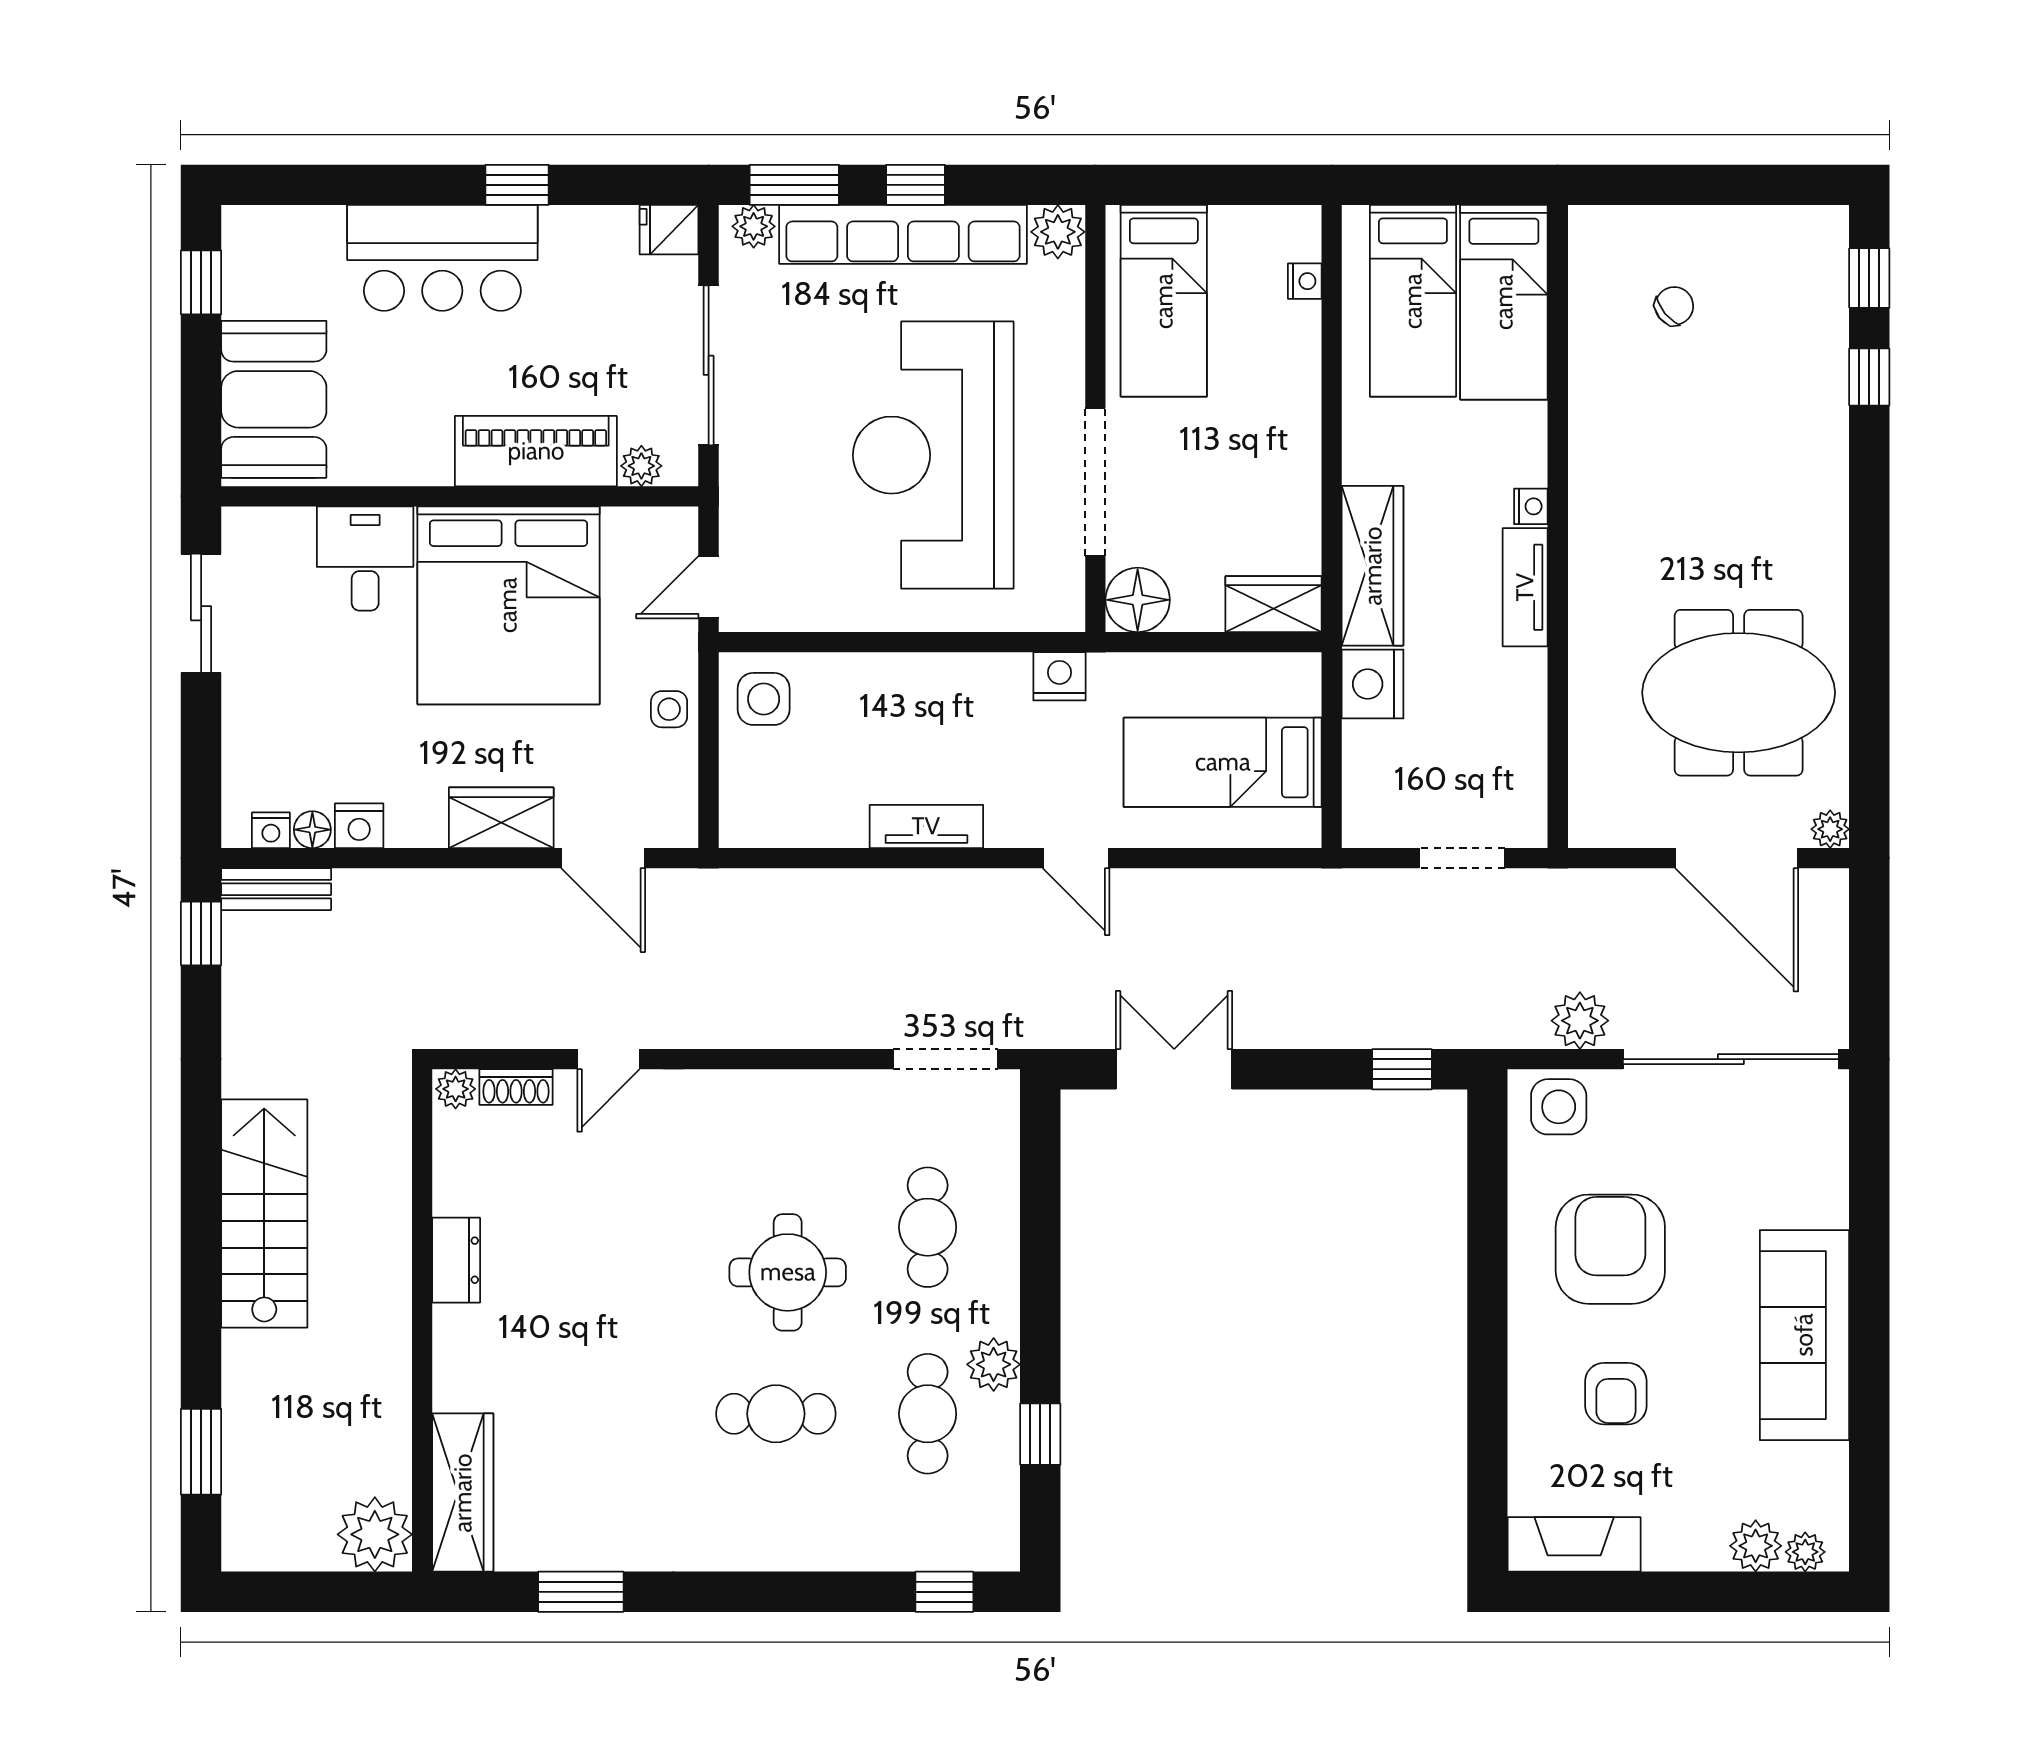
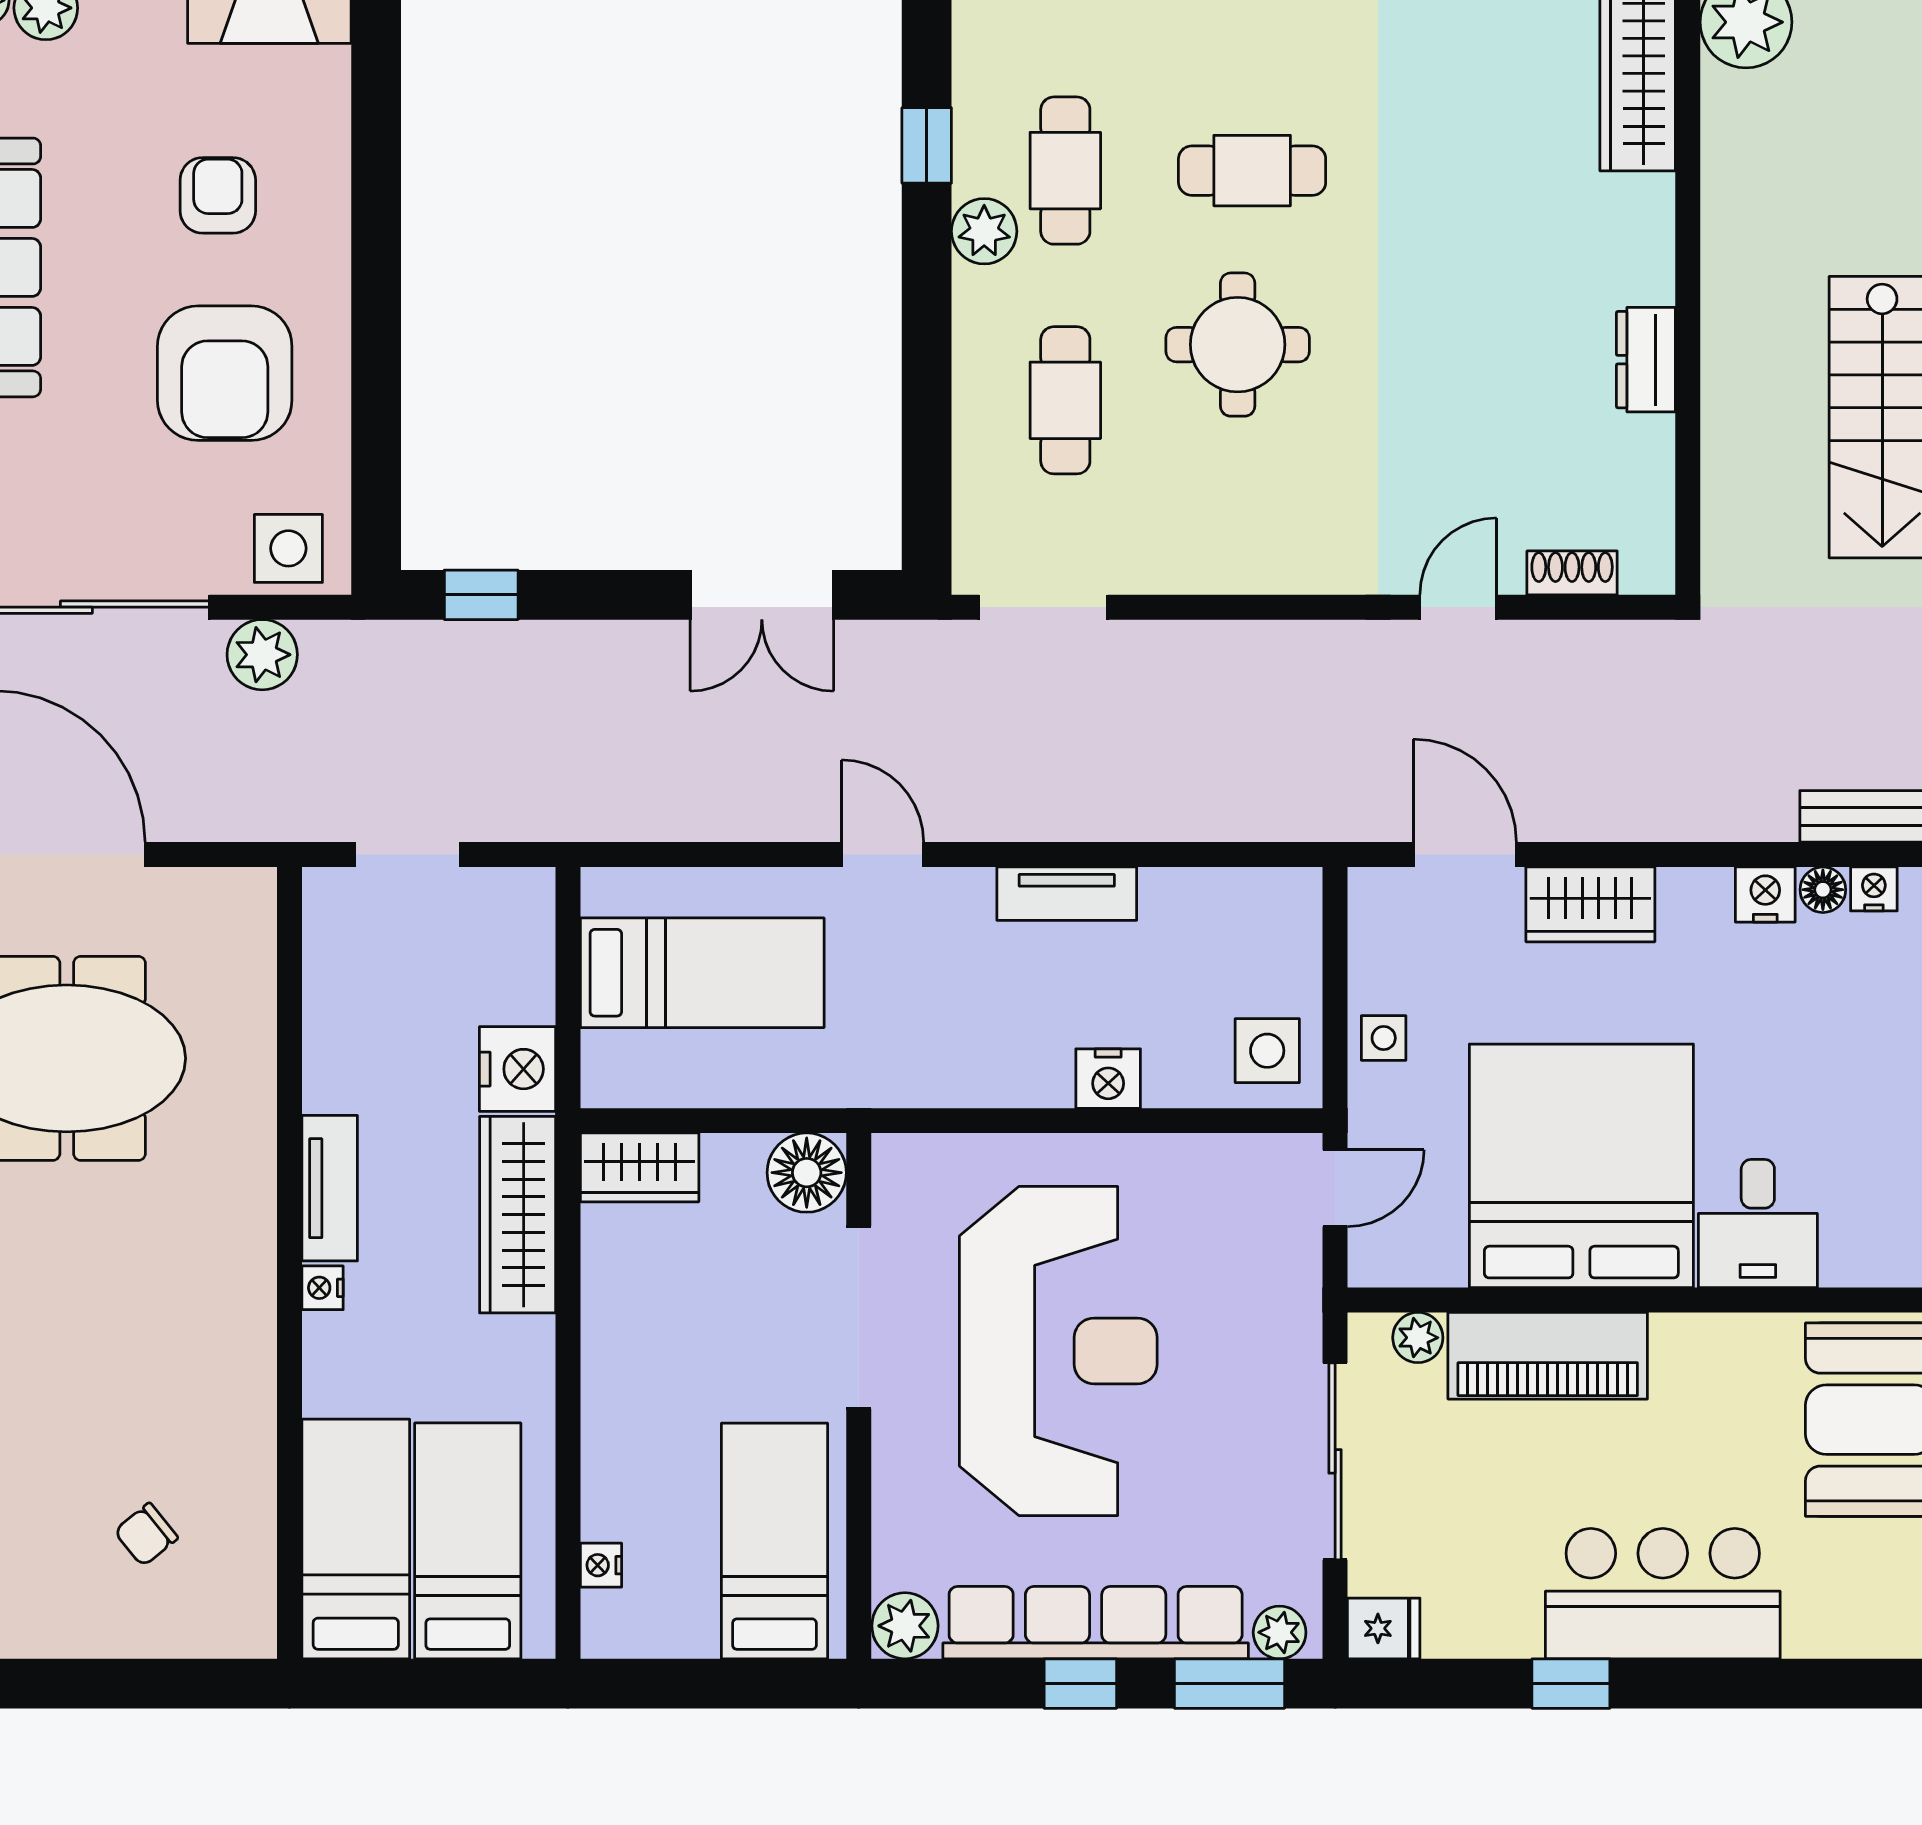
nightstand: (1060, 676) -> (1108, 1079), moved
plant: (456, 1089) -> (1646, 570), removed

